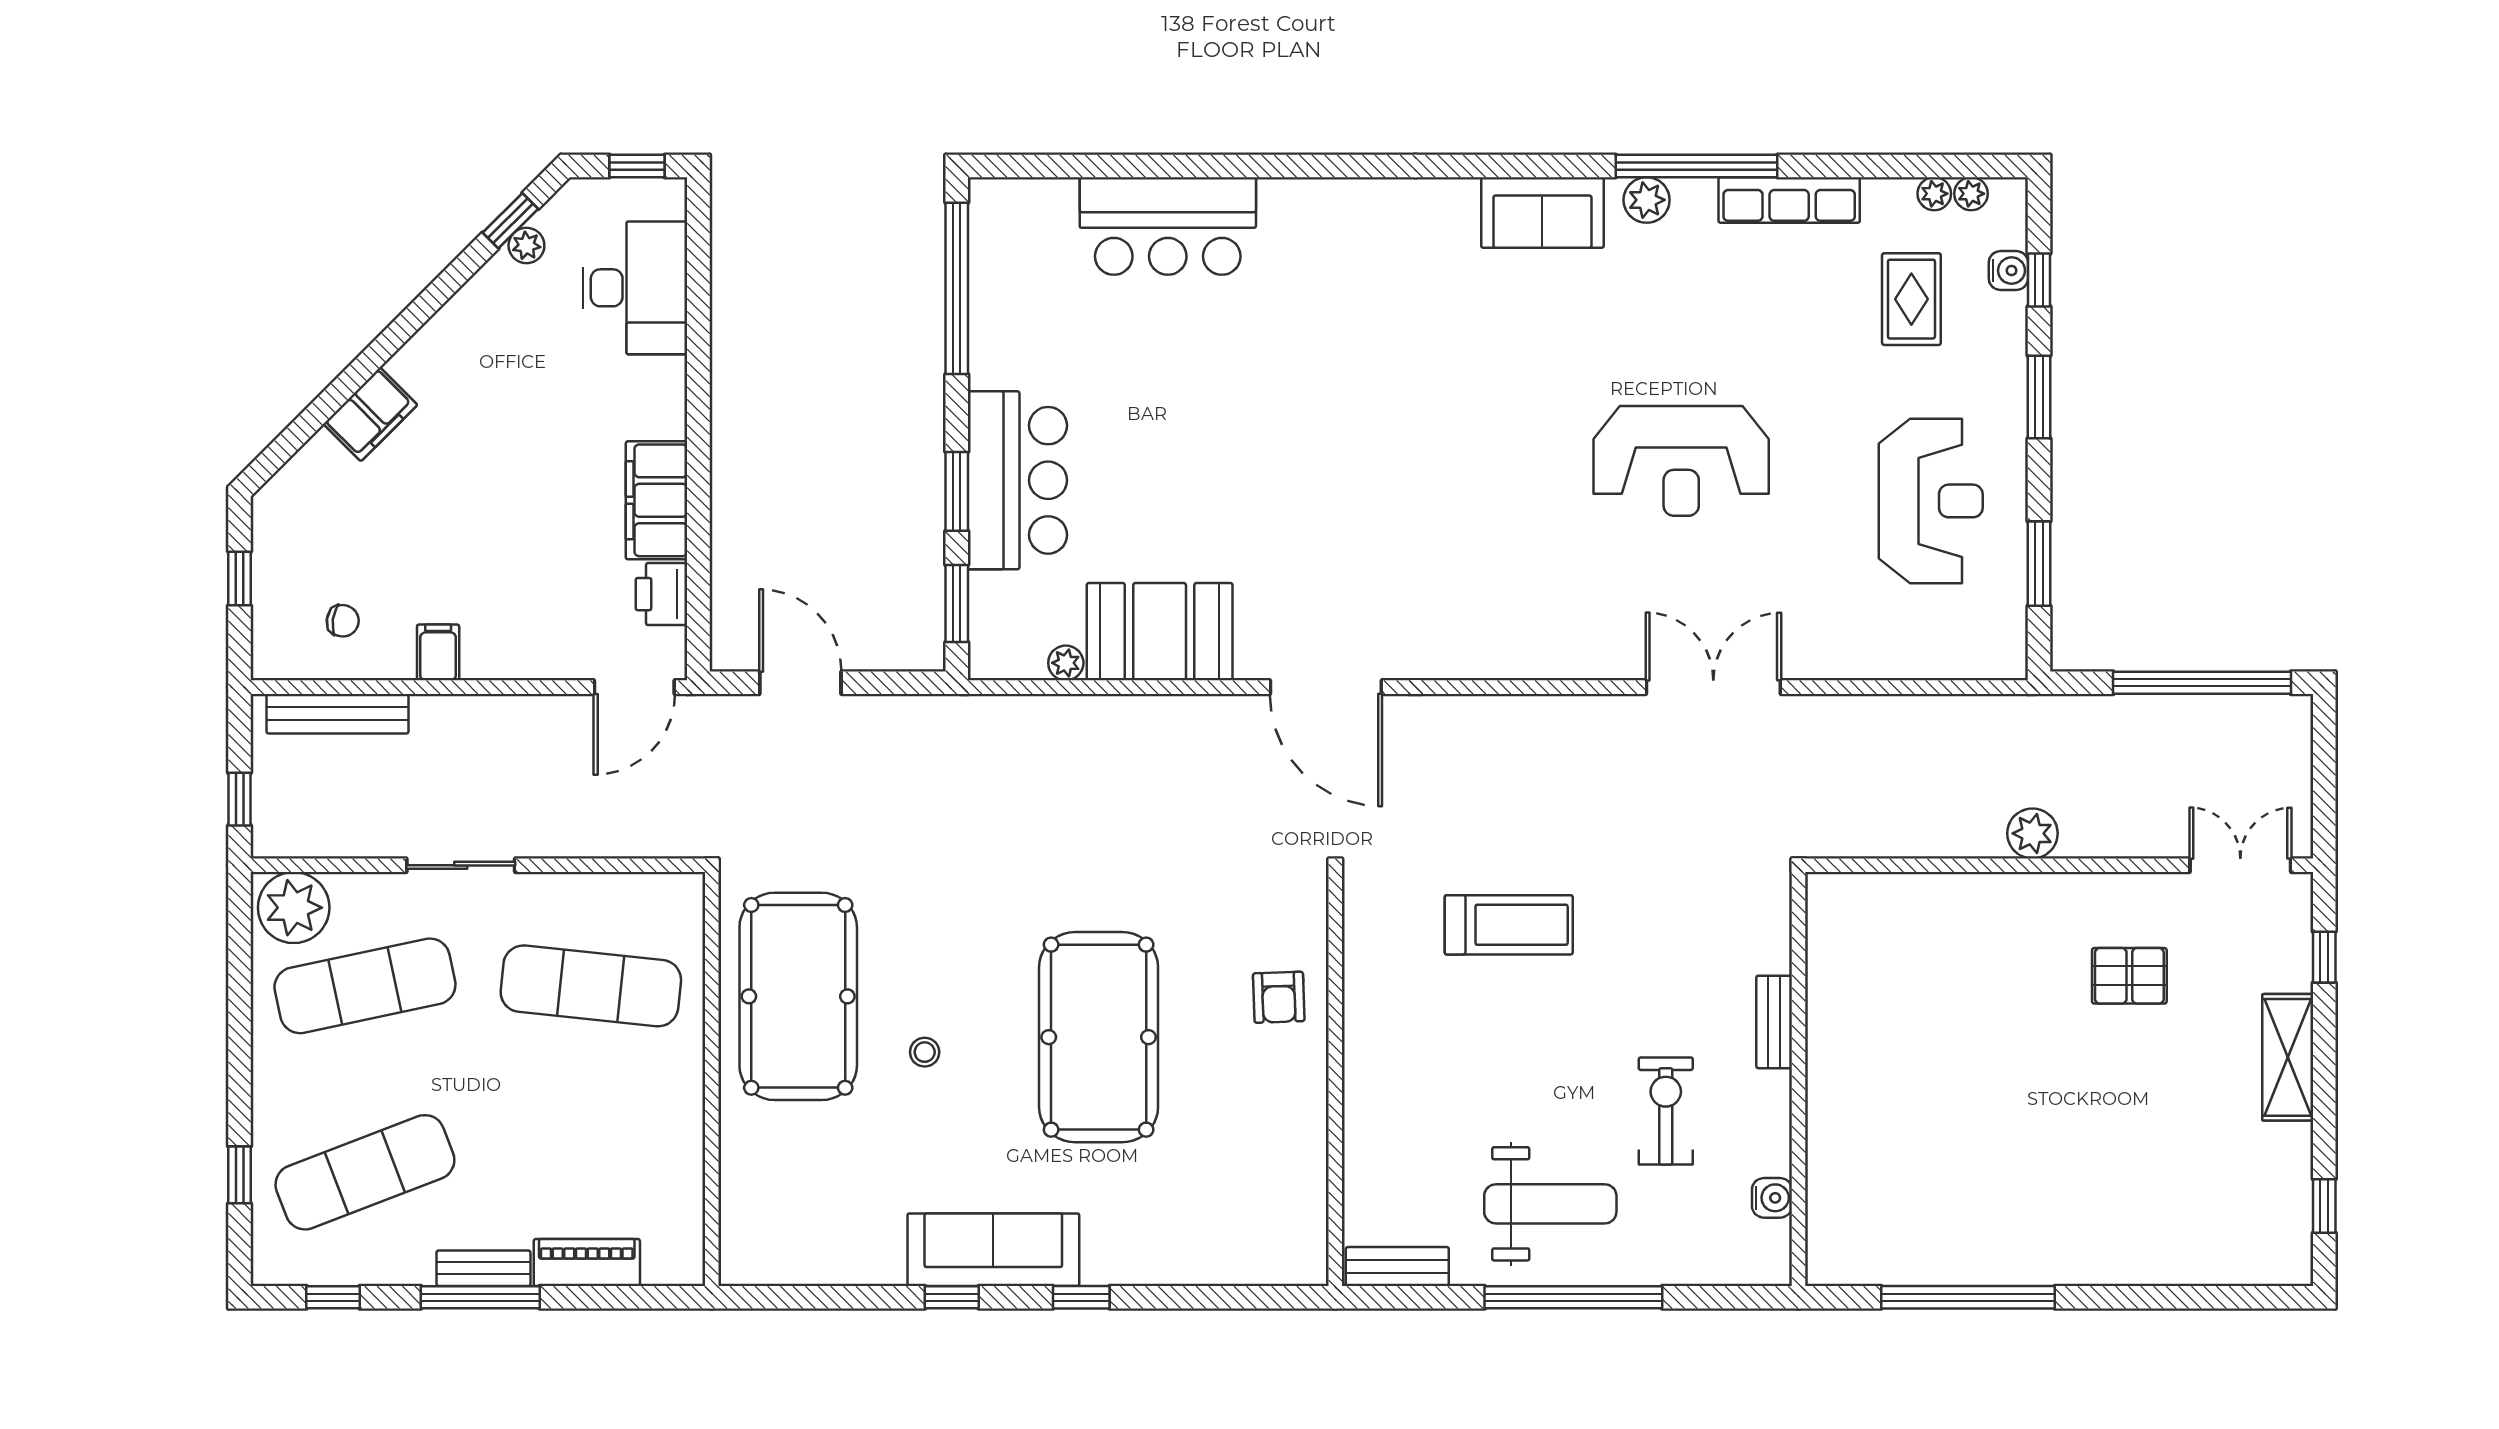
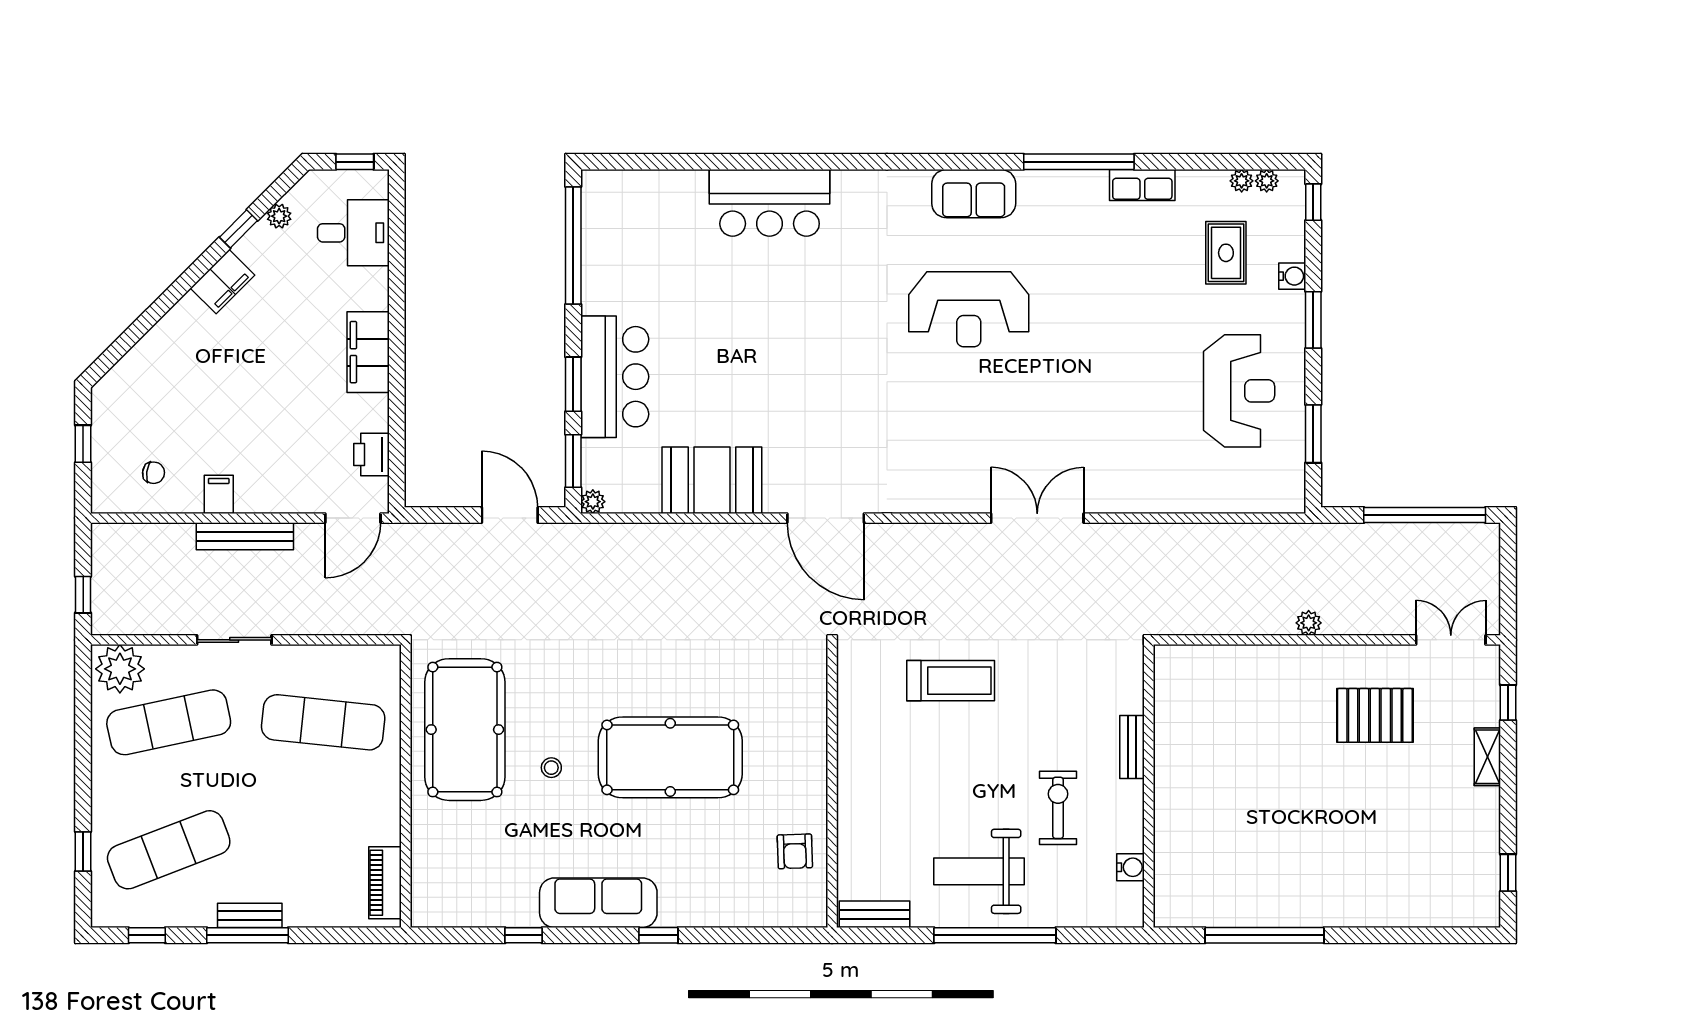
plant: (1647, 200) -> (1045, 185), removed
row of seats: (1789, 200) -> (1142, 185), width x0.68
window: (510, 221) -> (239, 229), moved
bar counter: (1168, 226) -> (770, 203), moved
water cooler: (2008, 271) -> (1292, 276), moved
window: (2039, 280) -> (1313, 202), moved
desk: (635, 288) -> (353, 233), width x0.73
filing cabinet: (370, 414) -> (222, 282), moved
reception desk: (1681, 461) -> (969, 309), moved
filing cabinet: (657, 500) -> (368, 352), moved
plant: (1066, 663) -> (593, 502), moved
door: (800, 683) -> (510, 515), moved
double door: (1713, 687) -> (1037, 518), moved
bench: (337, 714) -> (245, 536), moved
plant: (2032, 833) -> (1309, 623), width x0.73, depth x0.73
pallet: (2129, 976) -> (1375, 715), width x1.50, depth x1.42
armchair: (1279, 997) -> (795, 851), moved
pool table: (1099, 1037) -> (670, 757), turned 90
shelving: (2288, 1057) -> (1487, 757), width x0.67, depth x0.75
weight bench: (1550, 1204) -> (979, 871), turned 180
piano: (587, 1263) -> (385, 883), moved, turned -90
window: (952, 1297) -> (523, 935), moved

